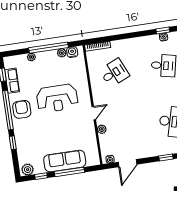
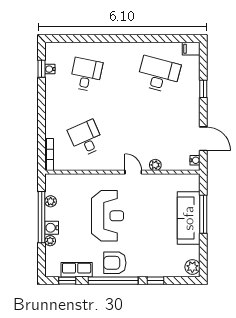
water cooler: (72, 52) -> (52, 228), moved
window: (41, 176) -> (203, 251), removed

